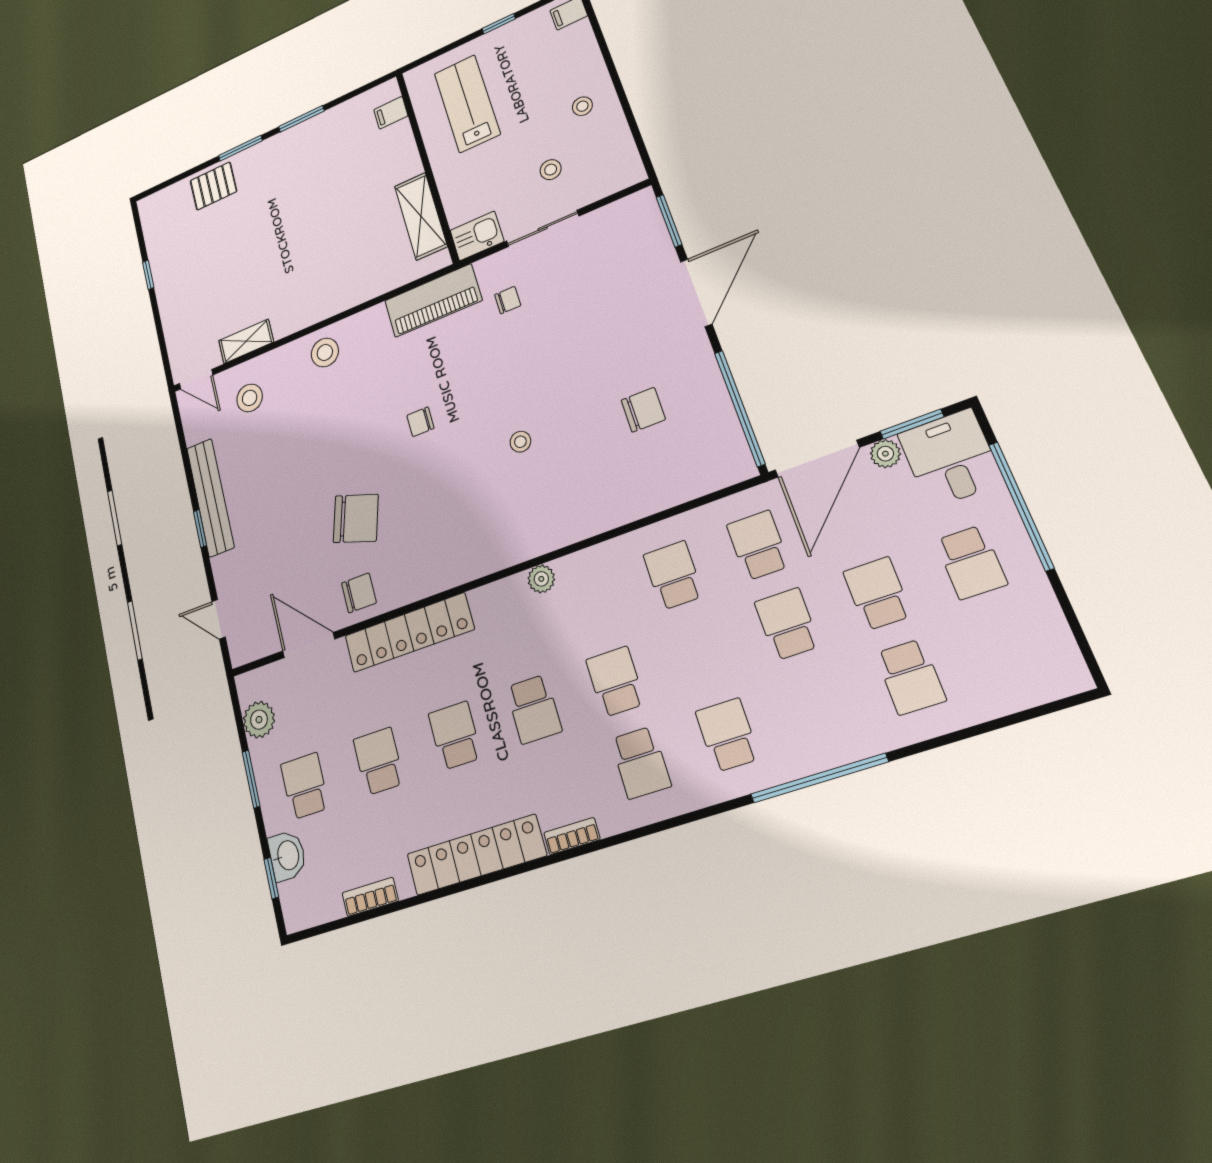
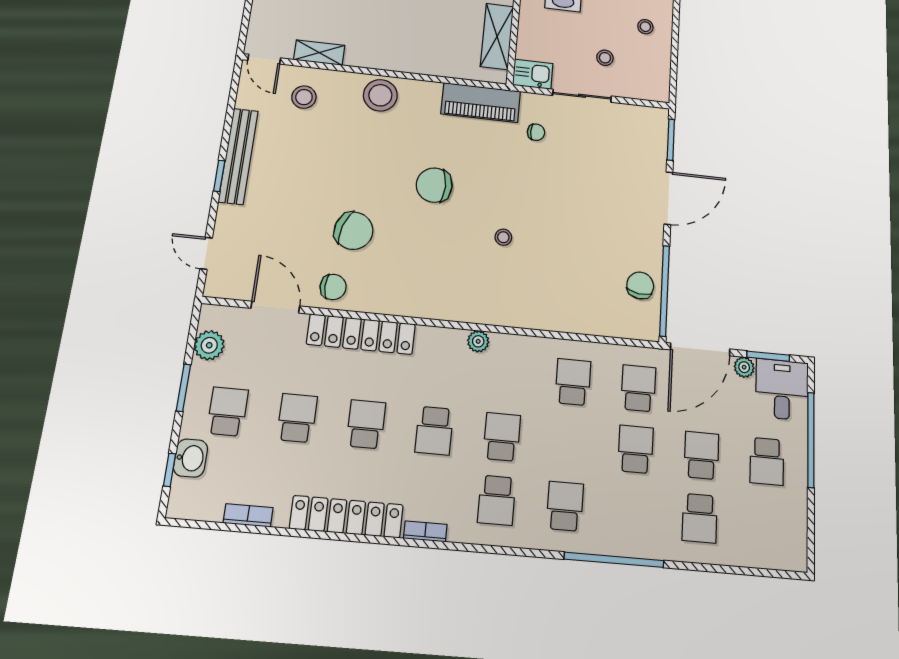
stool: (325, 352) -> (380, 95), width x1.38, depth x1.38
chair: (643, 410) -> (640, 285), moved, turned -82
chair: (420, 422) -> (434, 185), width x1.87, depth x1.87

